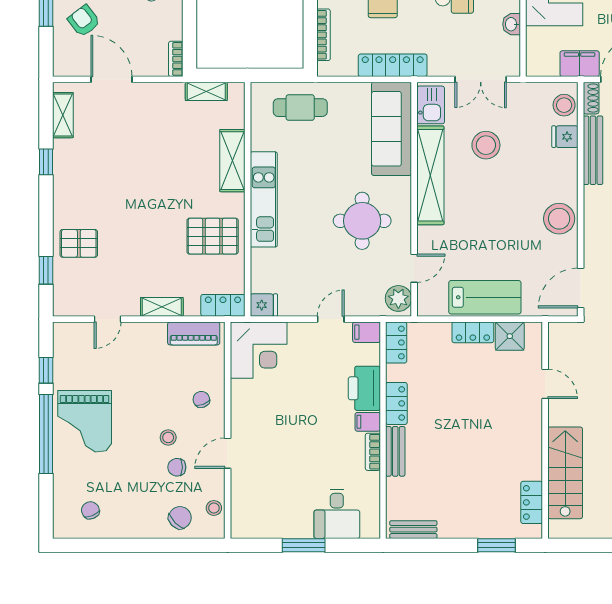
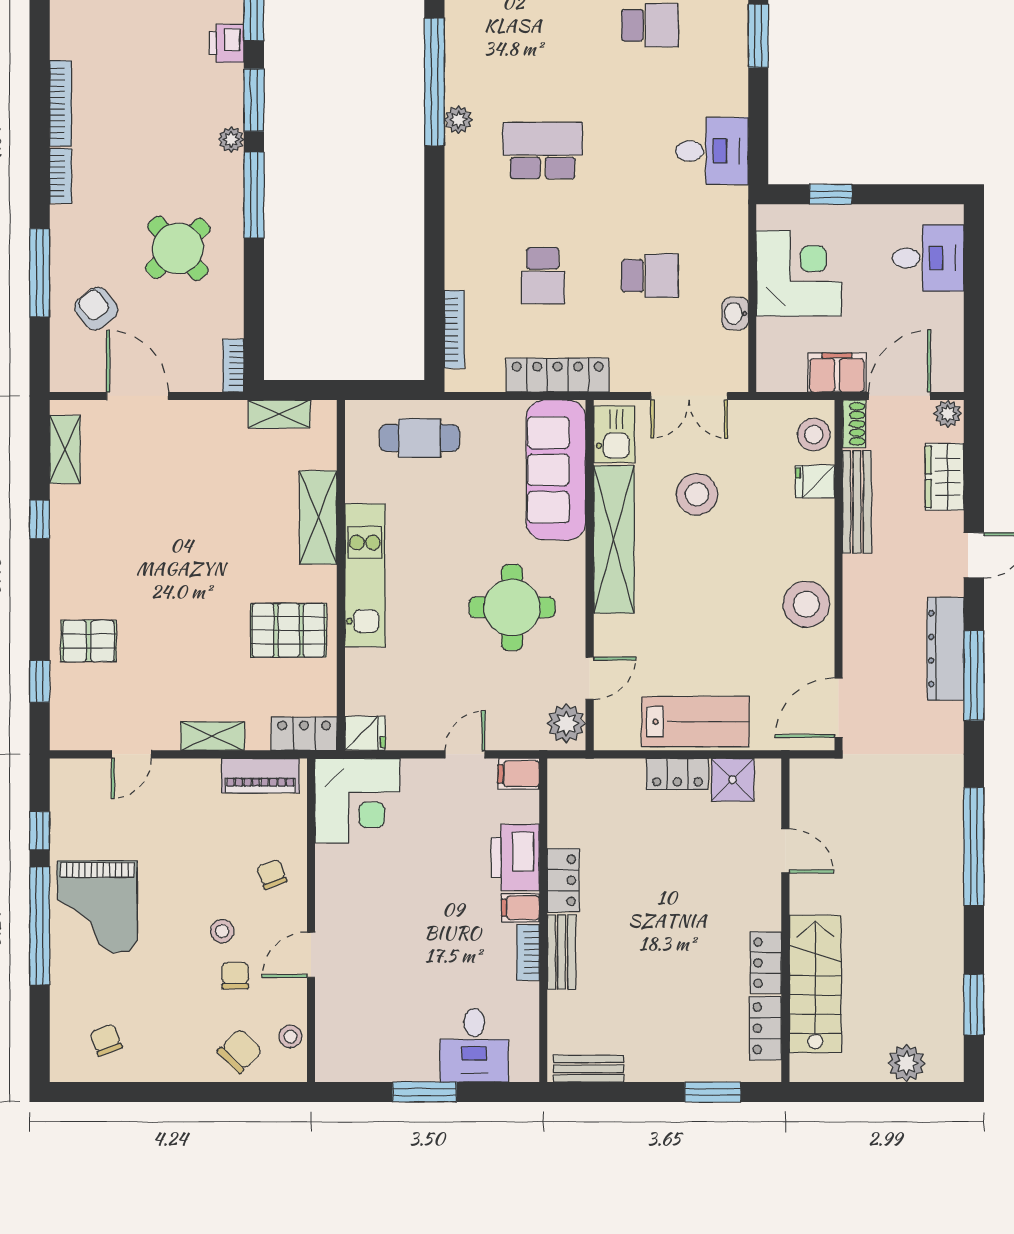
locker: (396, 343) -> (766, 963), moved, turned 180
chair: (177, 467) -> (235, 976), turned 90

